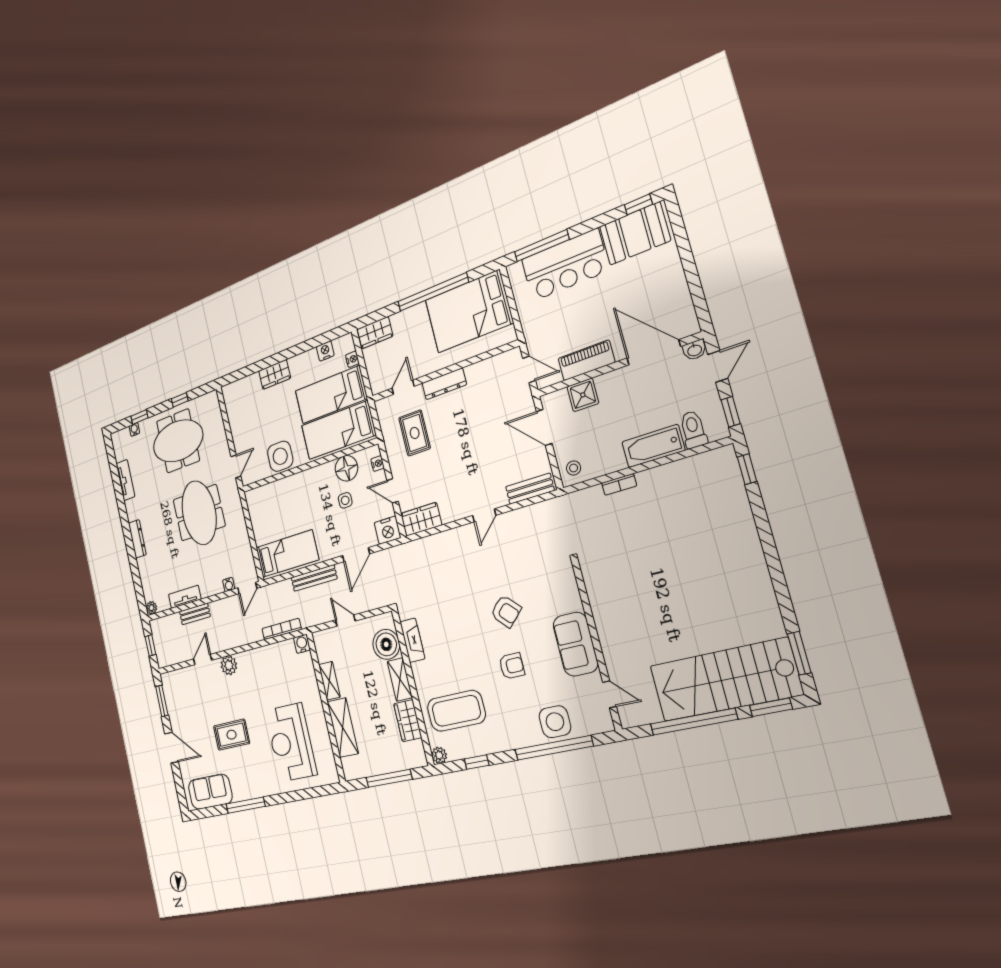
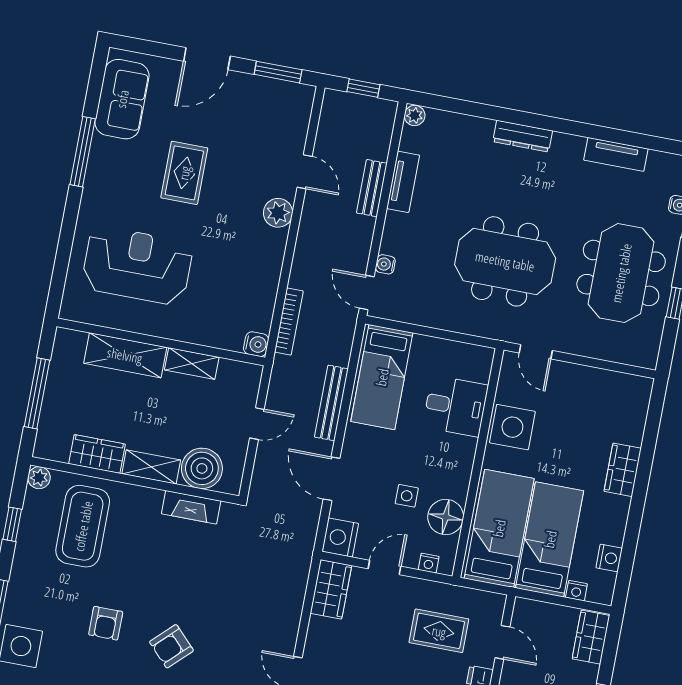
desk: (284, 498) -> (455, 406), added

